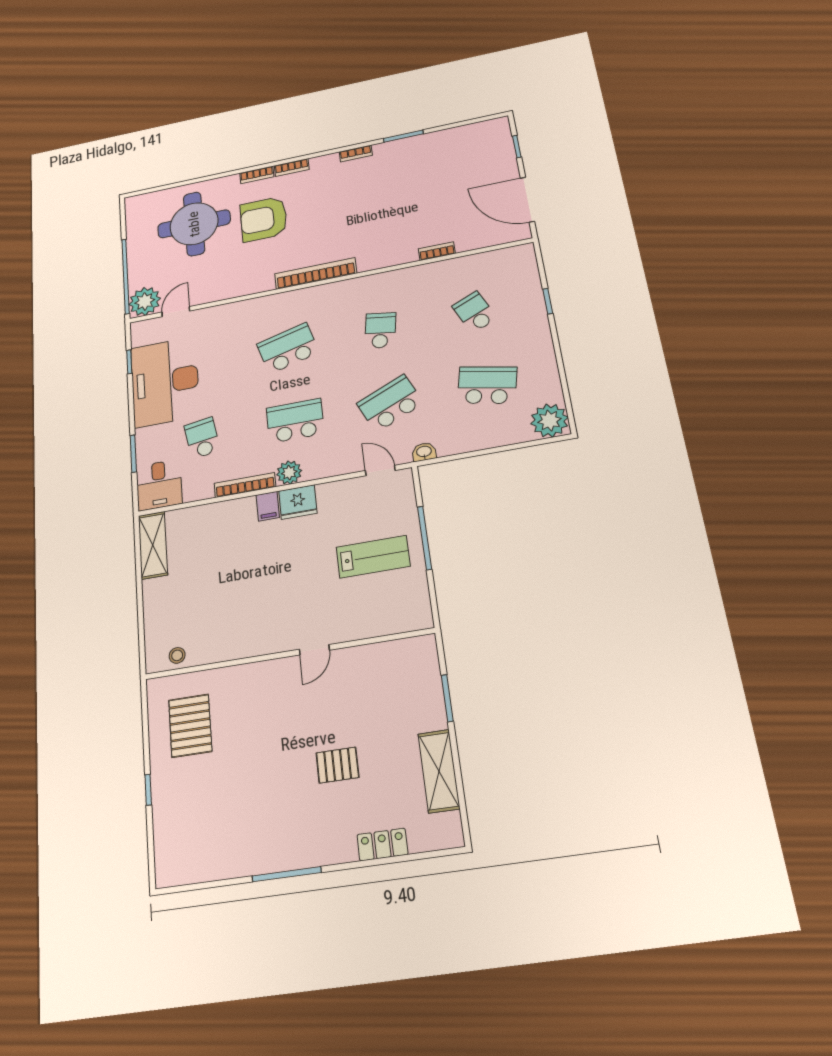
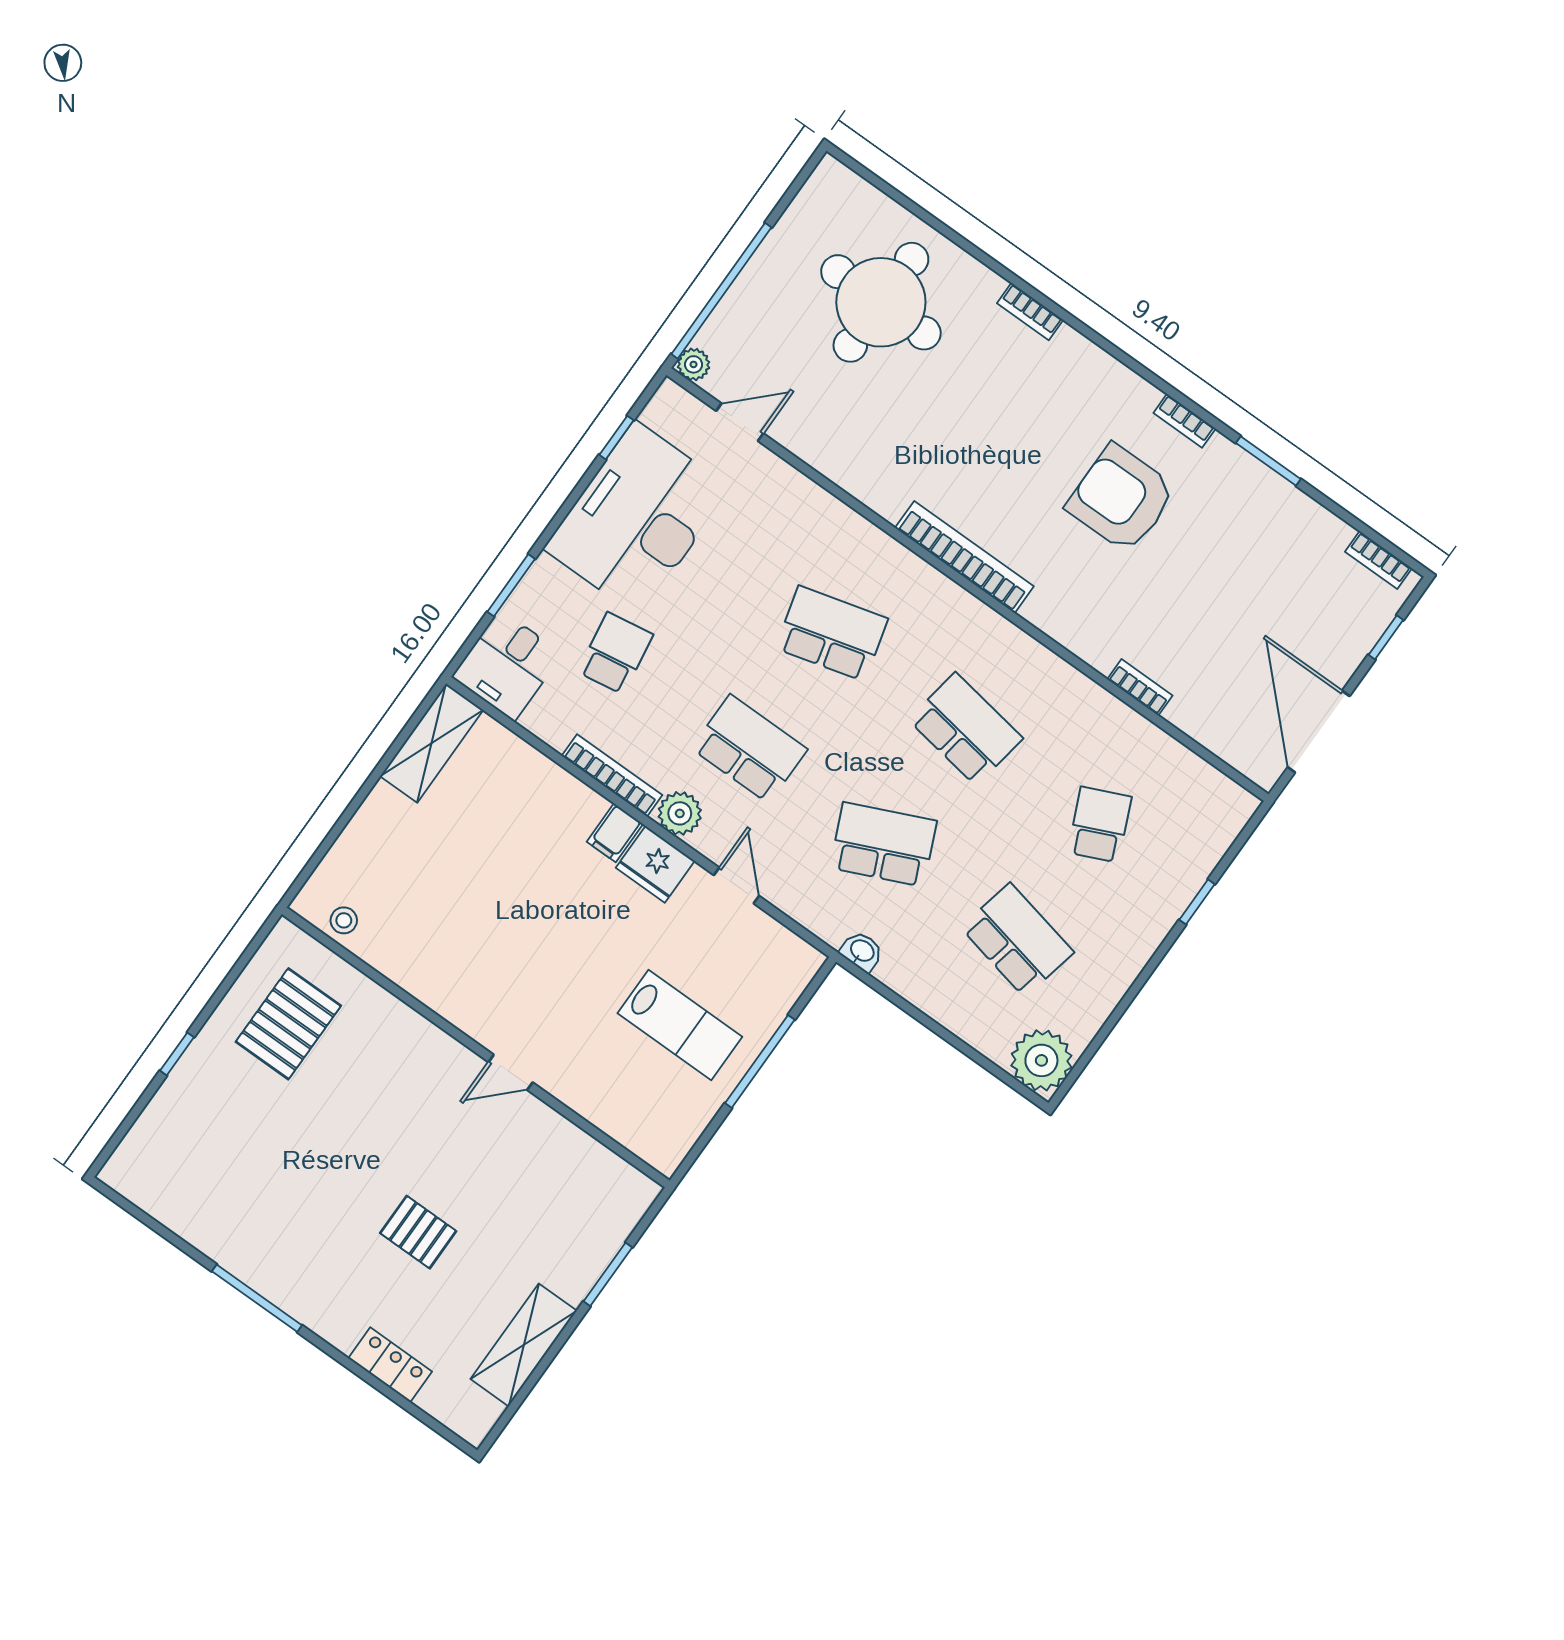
bookcase: (292, 168) -> (1378, 560), moved
armchair: (264, 219) -> (1121, 498), moved
plant: (145, 301) -> (694, 364), width x0.53, depth x0.53
school desk: (380, 330) -> (966, 729), width x1.85
door: (380, 471) -> (737, 885), moved

